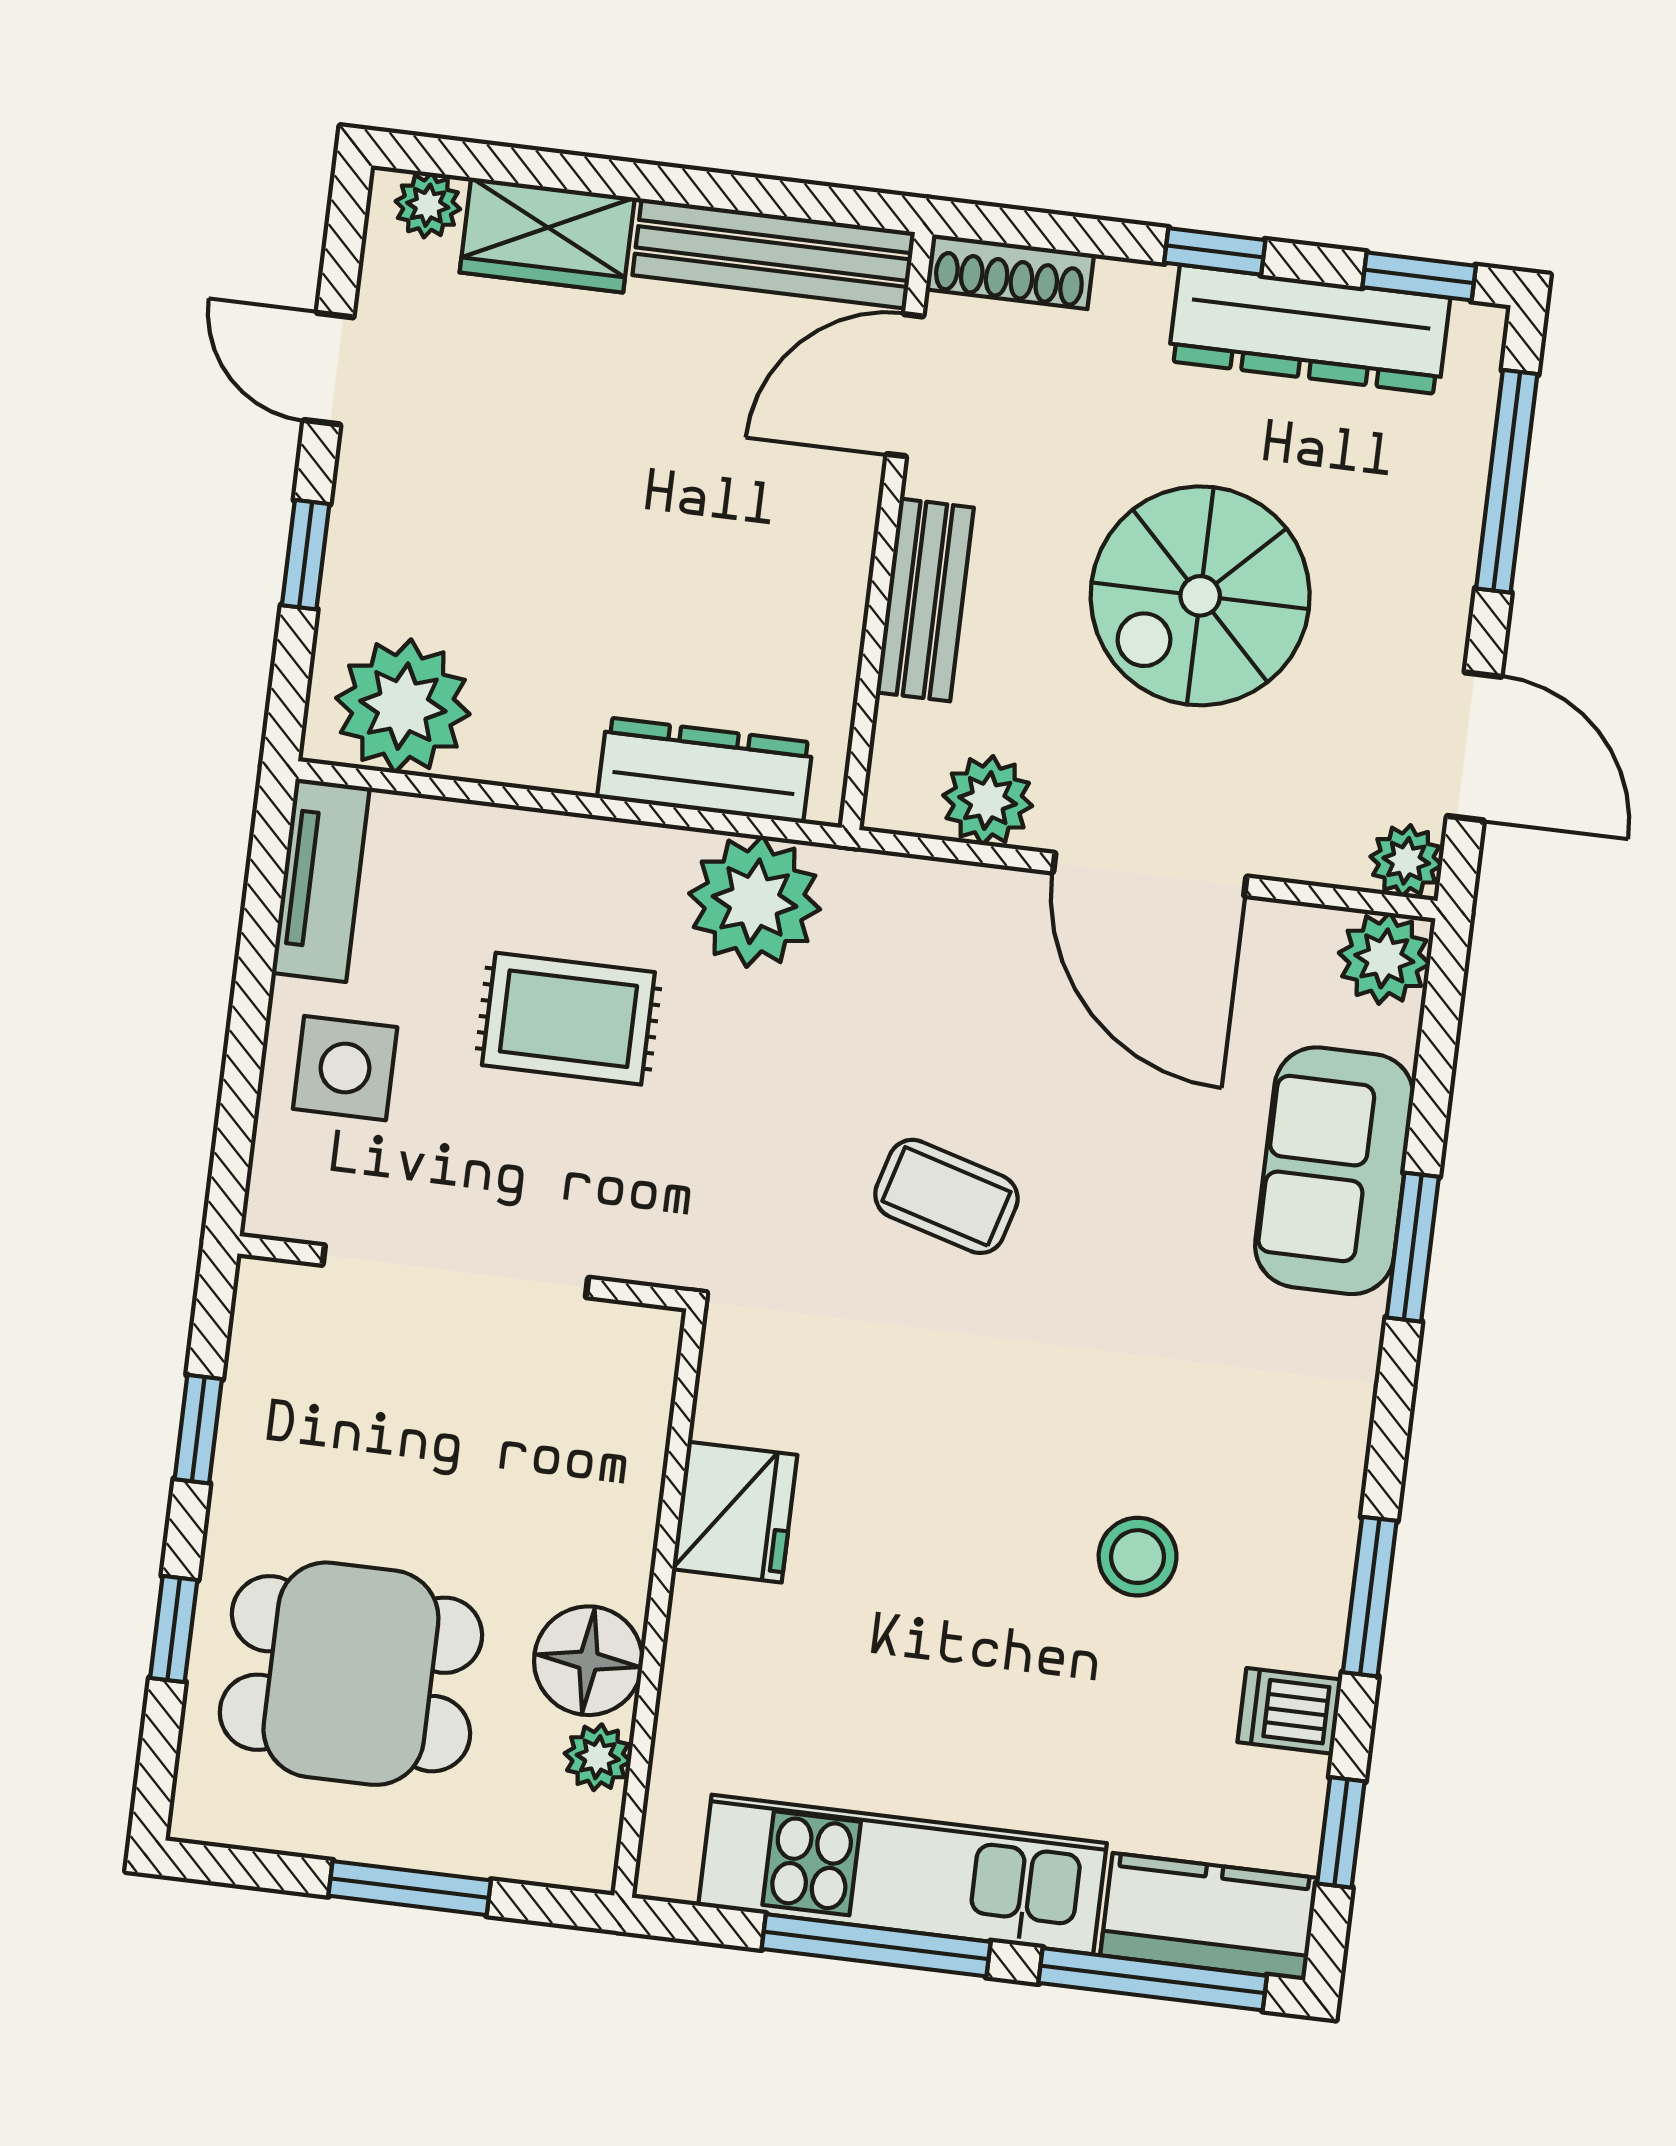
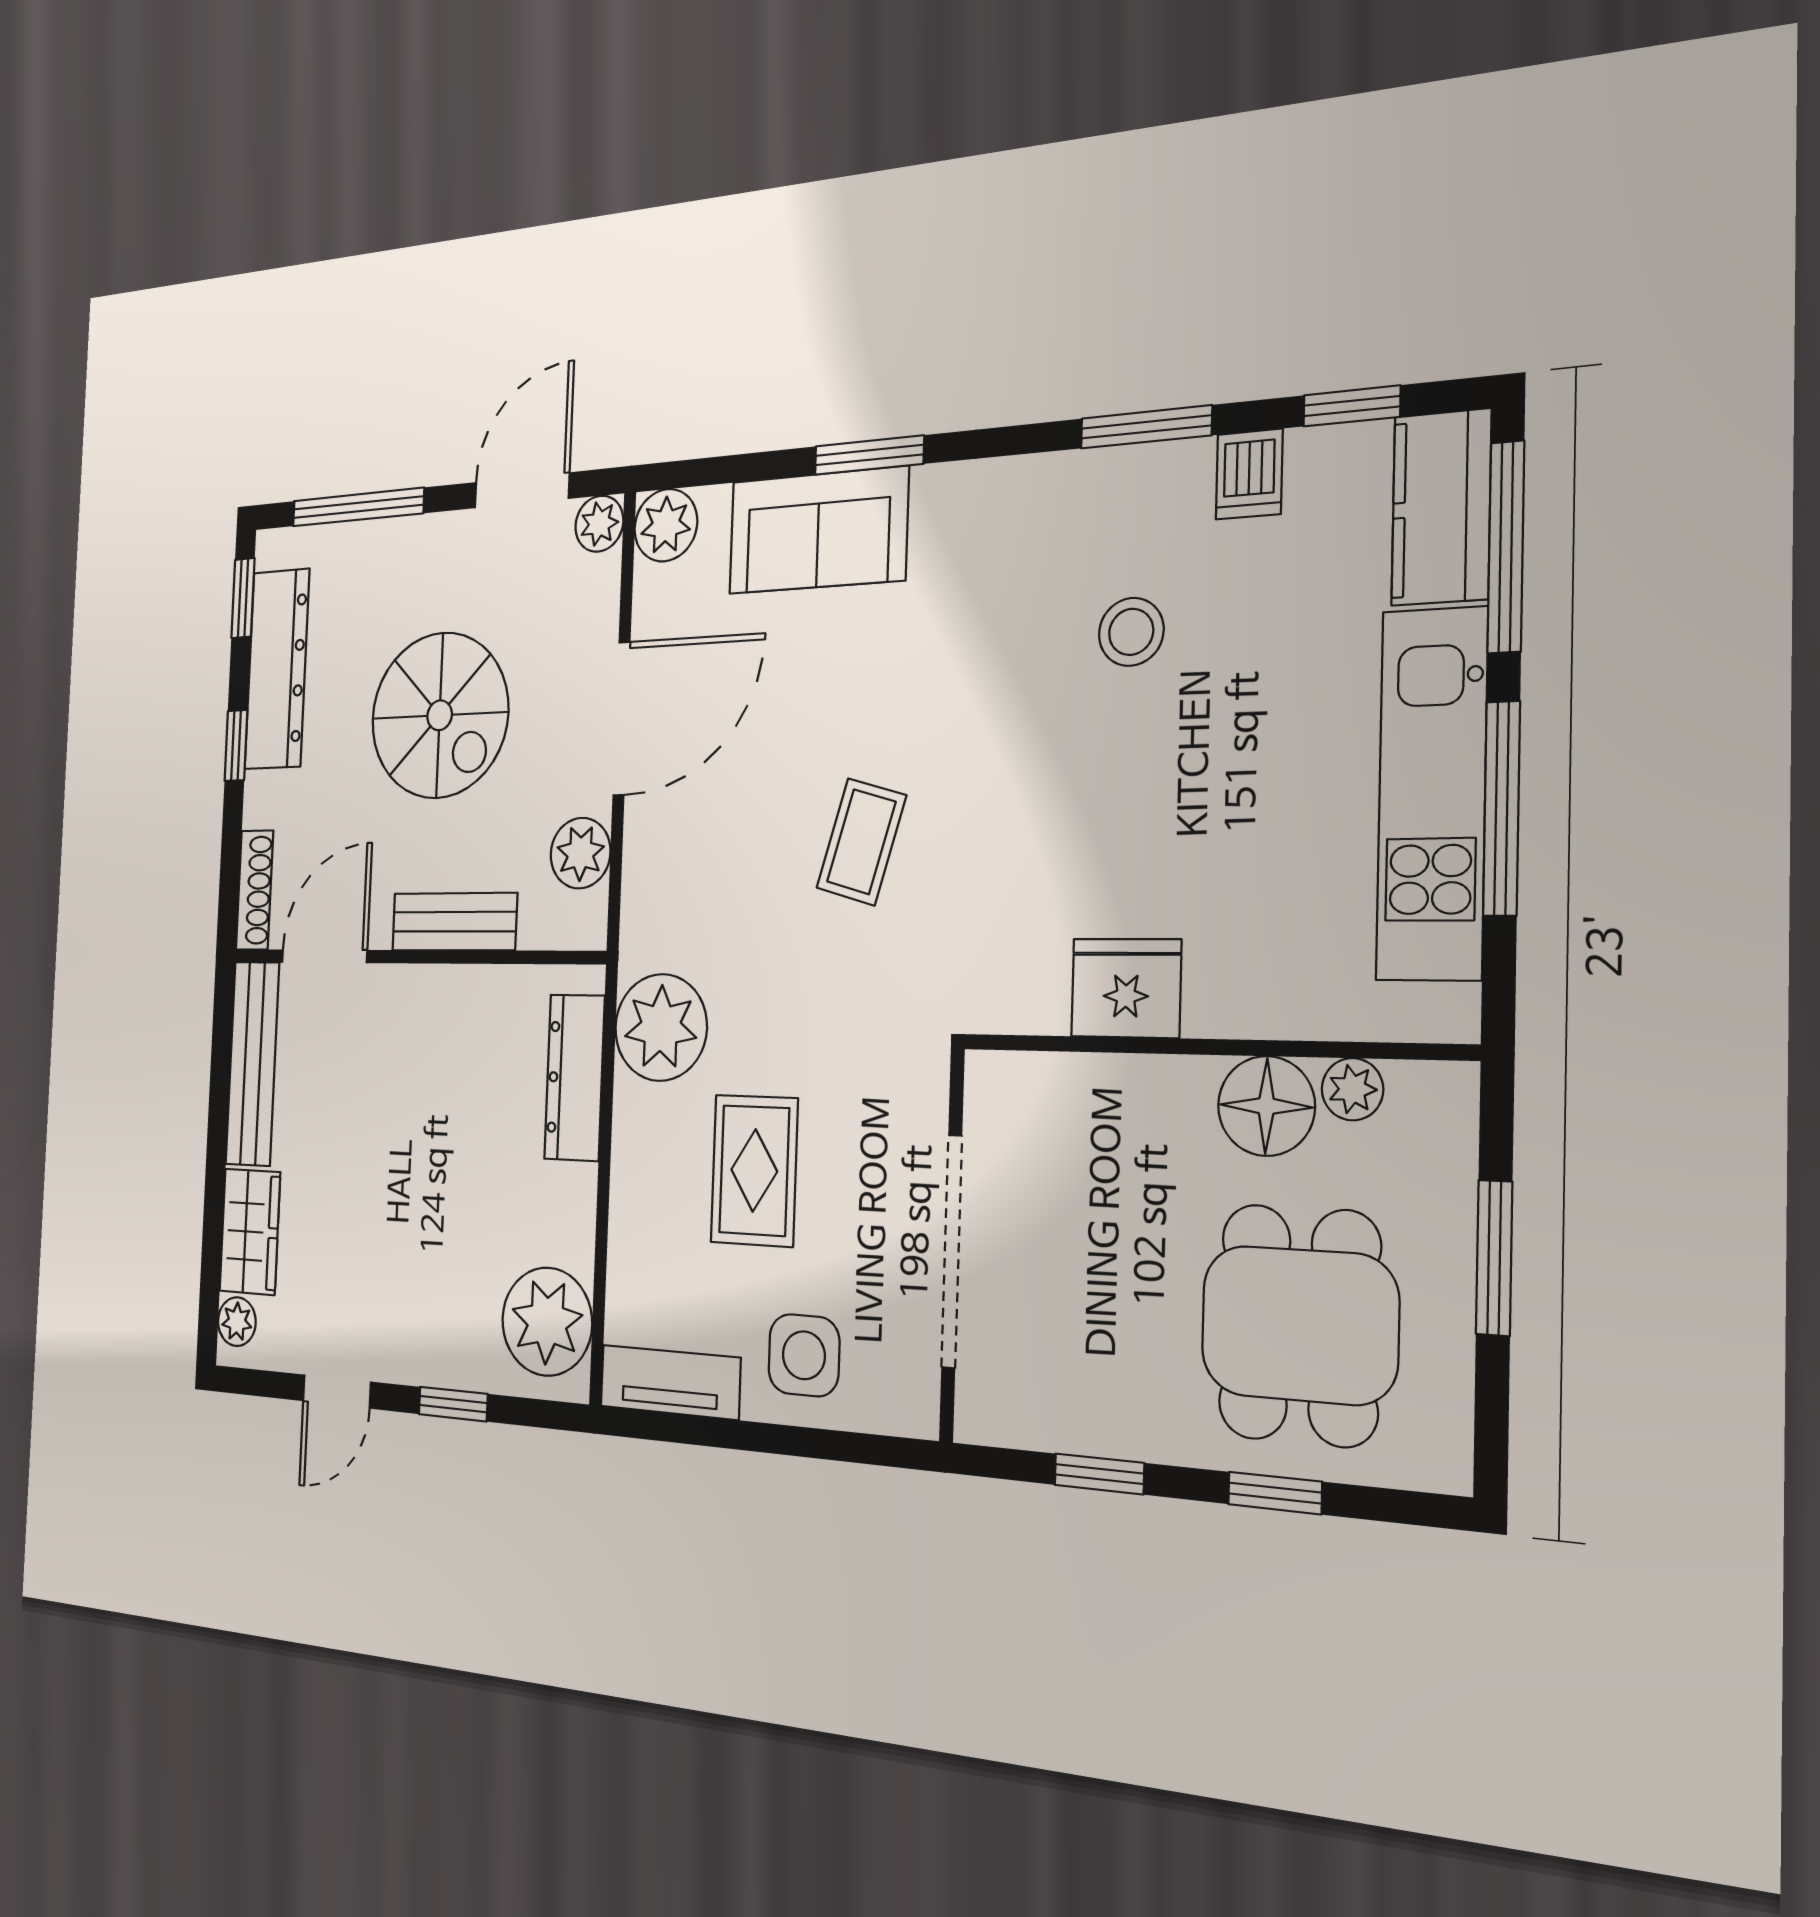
door: (905, 385) -> (324, 956), swing flipped

